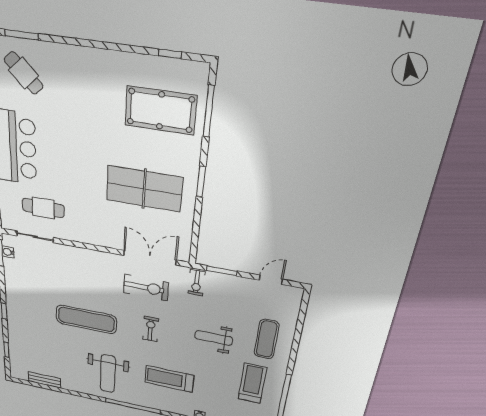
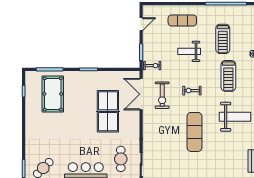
table tennis table: (144, 189) -> (108, 111), moved
door: (271, 280) -> (141, 24), swing flipped
exercise bike: (146, 288) -> (162, 95), turned 180
weight bench: (214, 338) -> (189, 51), turned 90
treadmill: (252, 383) -> (223, 39), moved, turned -90

